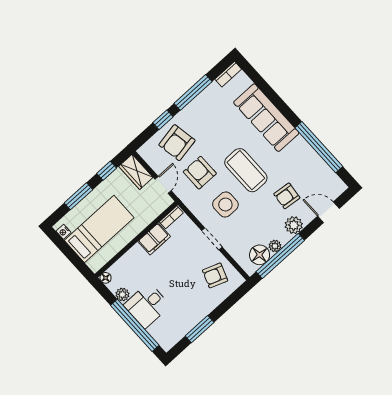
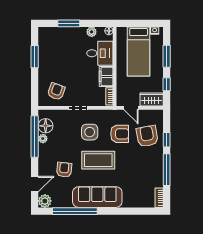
sofa: (266, 118) -> (97, 197), moved
plant: (294, 225) -> (45, 201), moved
desk: (147, 305) -> (100, 53), moved, turned 90
window: (135, 325) -> (69, 23), width x0.47

